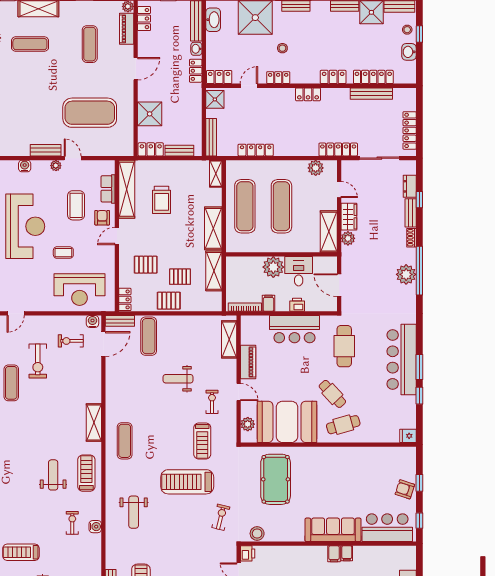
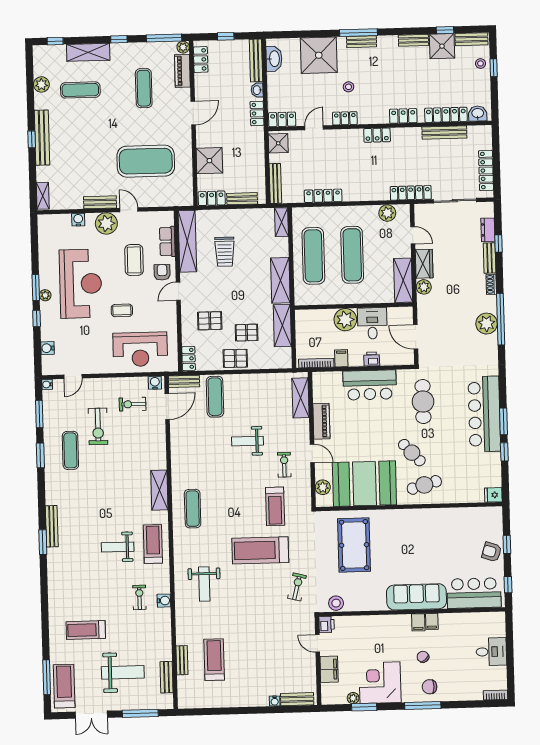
washbasin: (409, 52) -> (478, 114), moved, turned 90
plant: (56, 166) -> (106, 223), width x1.87, depth x1.87
weight bench: (53, 475) -> (118, 547), turned -90

